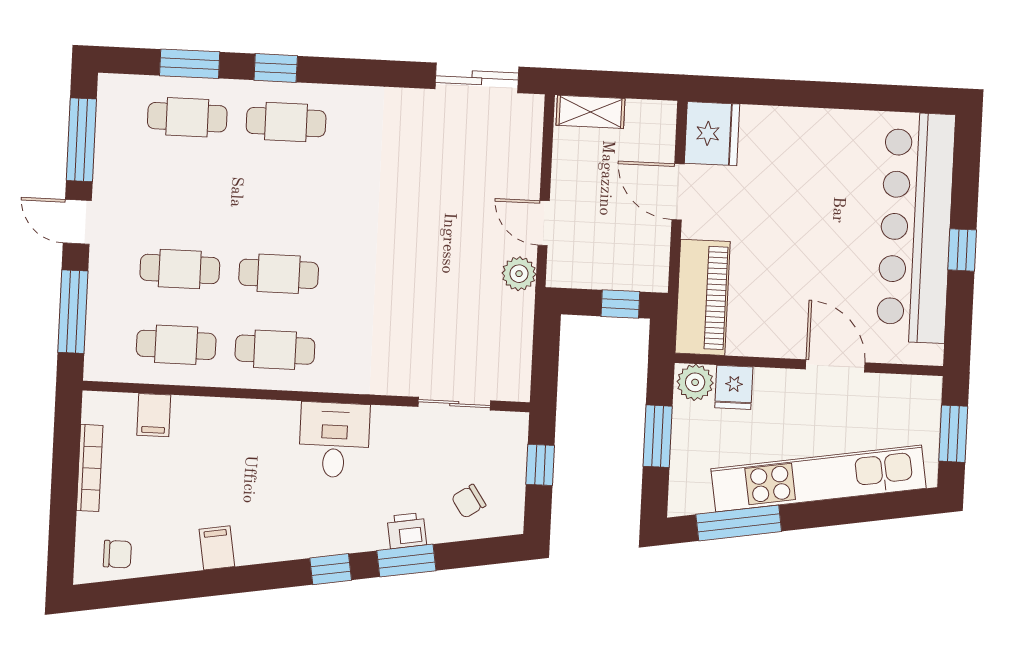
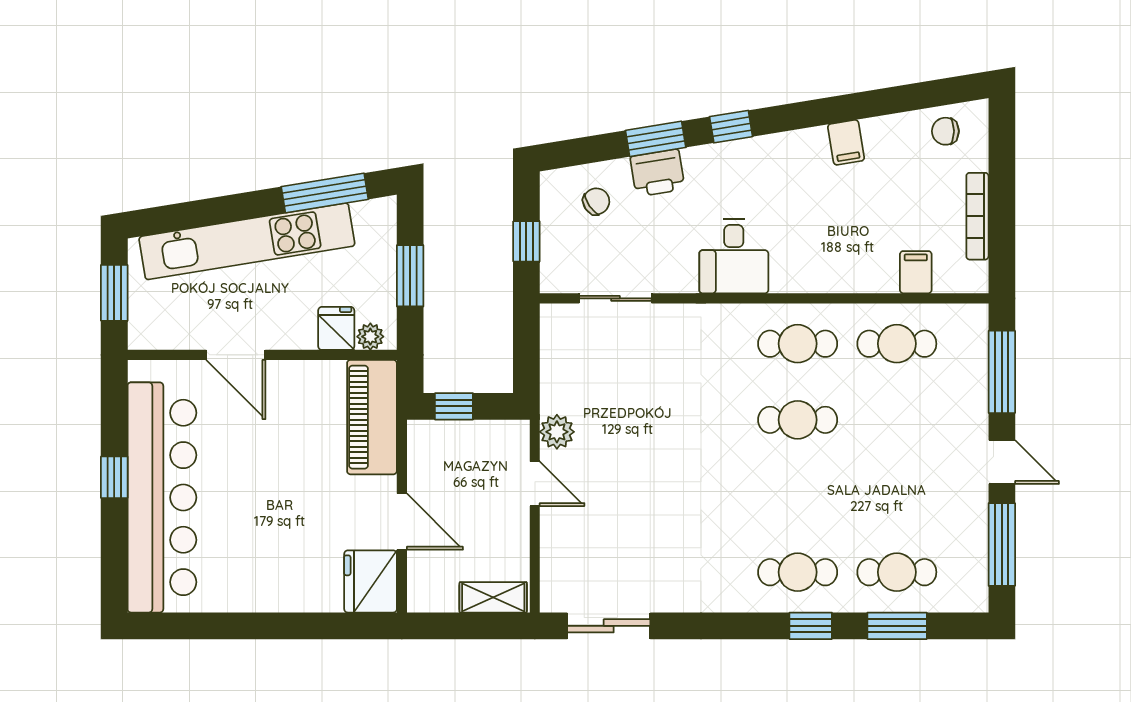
cafe table: (180, 269) -> (897, 420), removed
plant: (695, 382) -> (370, 337), width x0.73, depth x0.73
printer: (407, 531) -> (657, 173), width x1.36, depth x1.24

